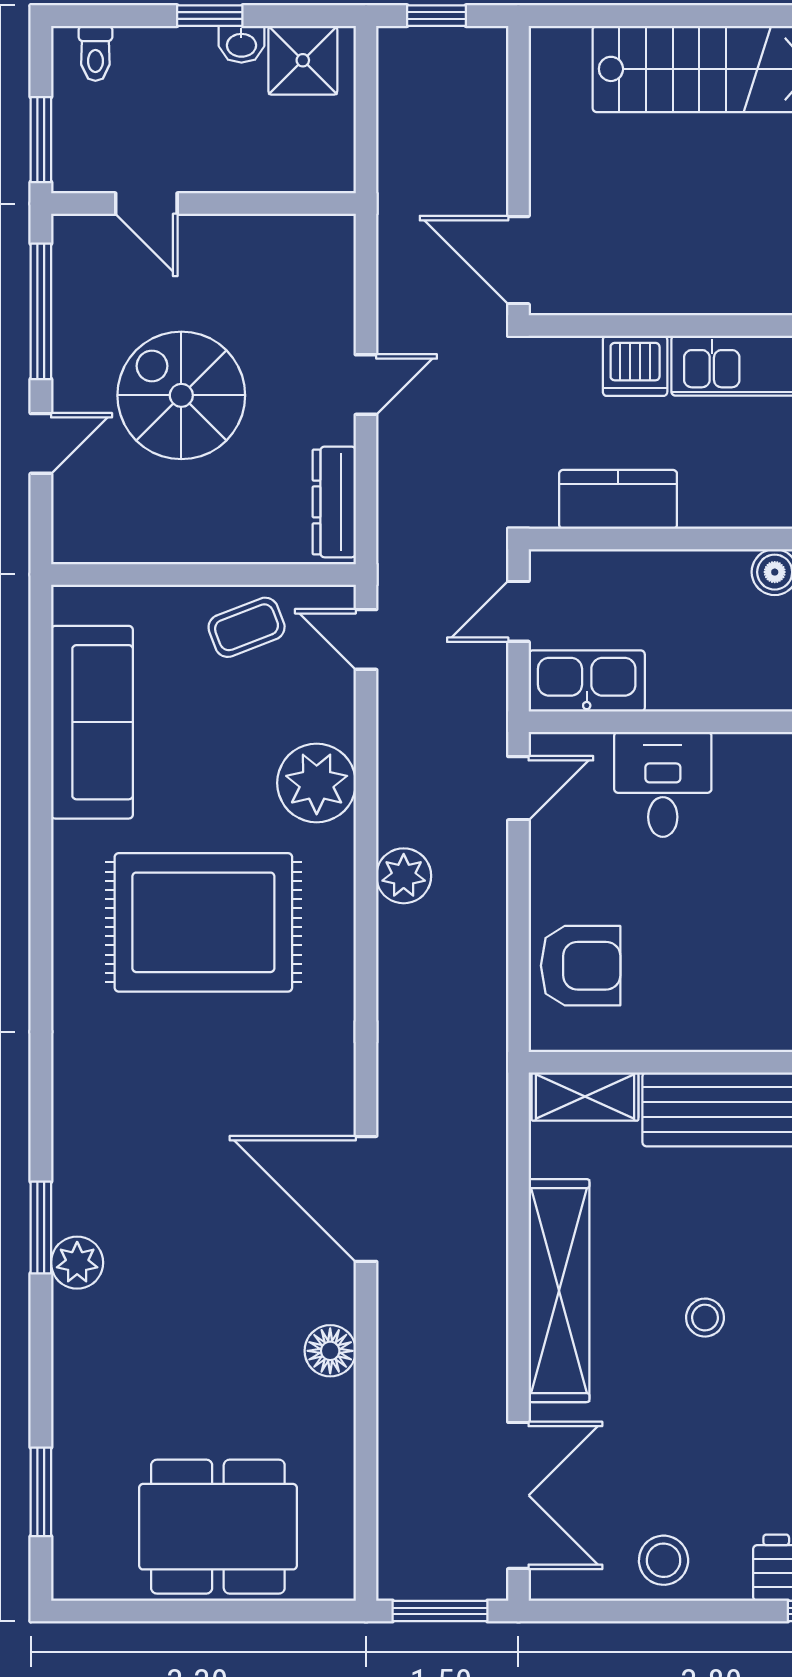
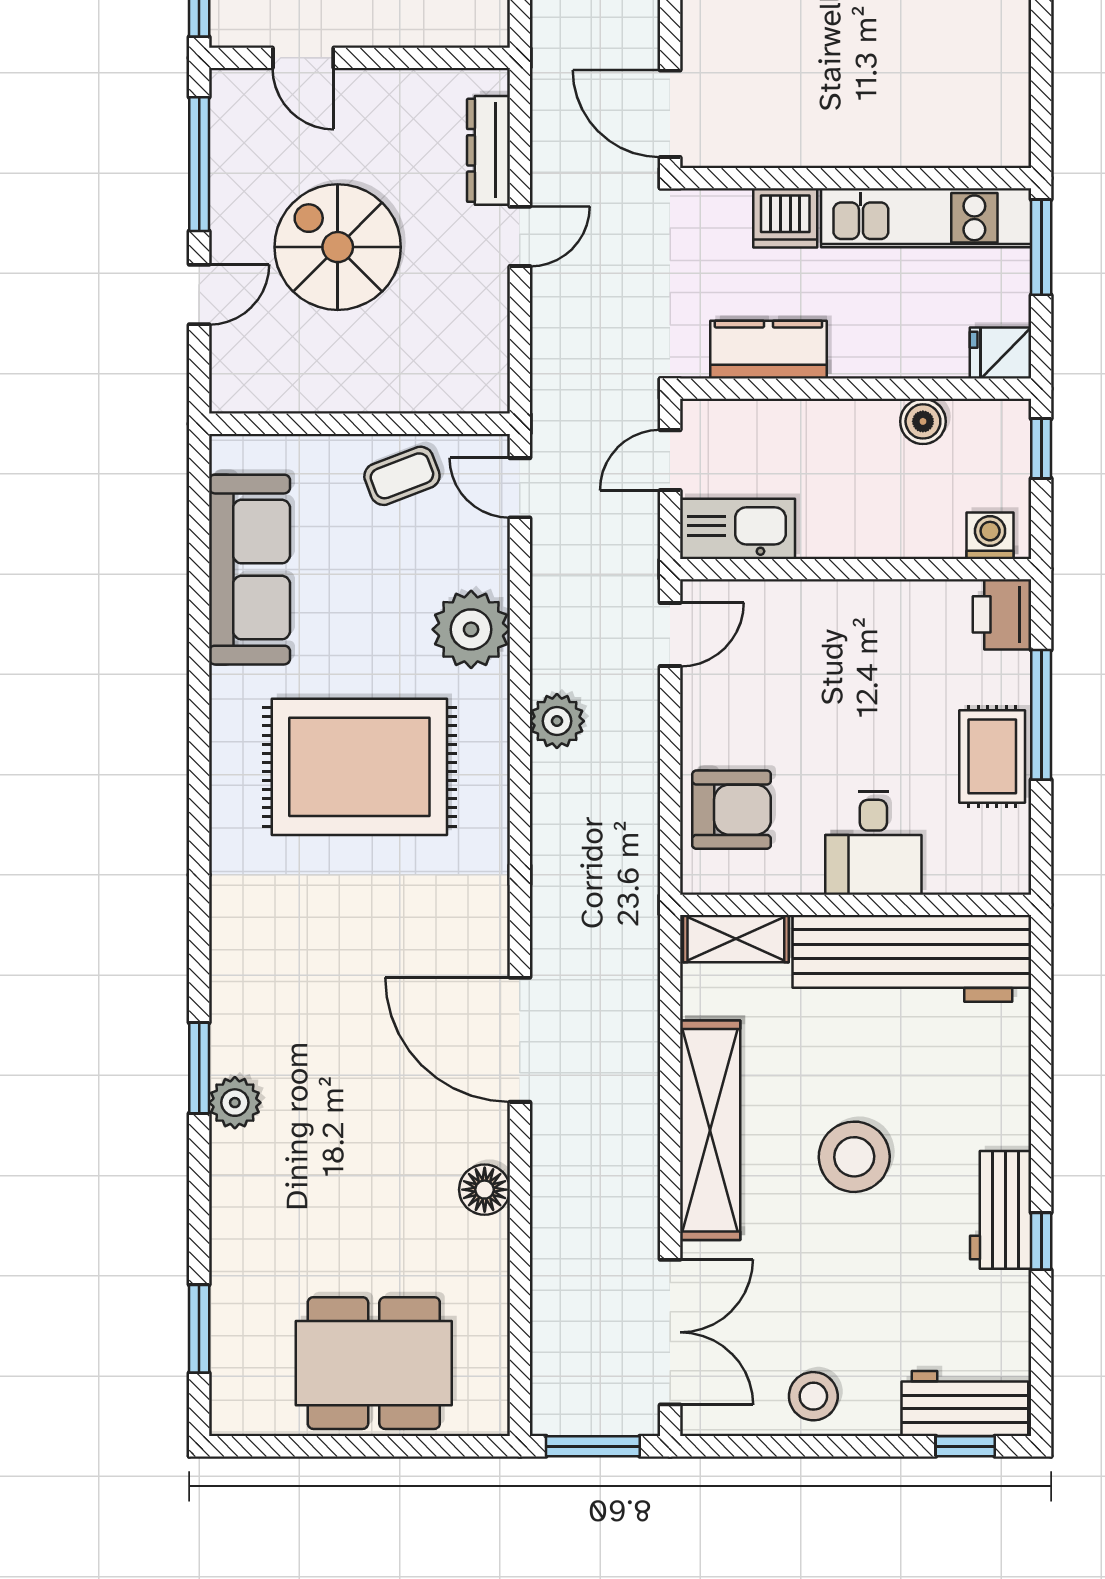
dresser: (334, 502) -> (488, 150), moved
desk: (663, 784) -> (873, 843), moved, turned 180
stool: (705, 1318) -> (854, 1157), width x1.89, depth x1.89

